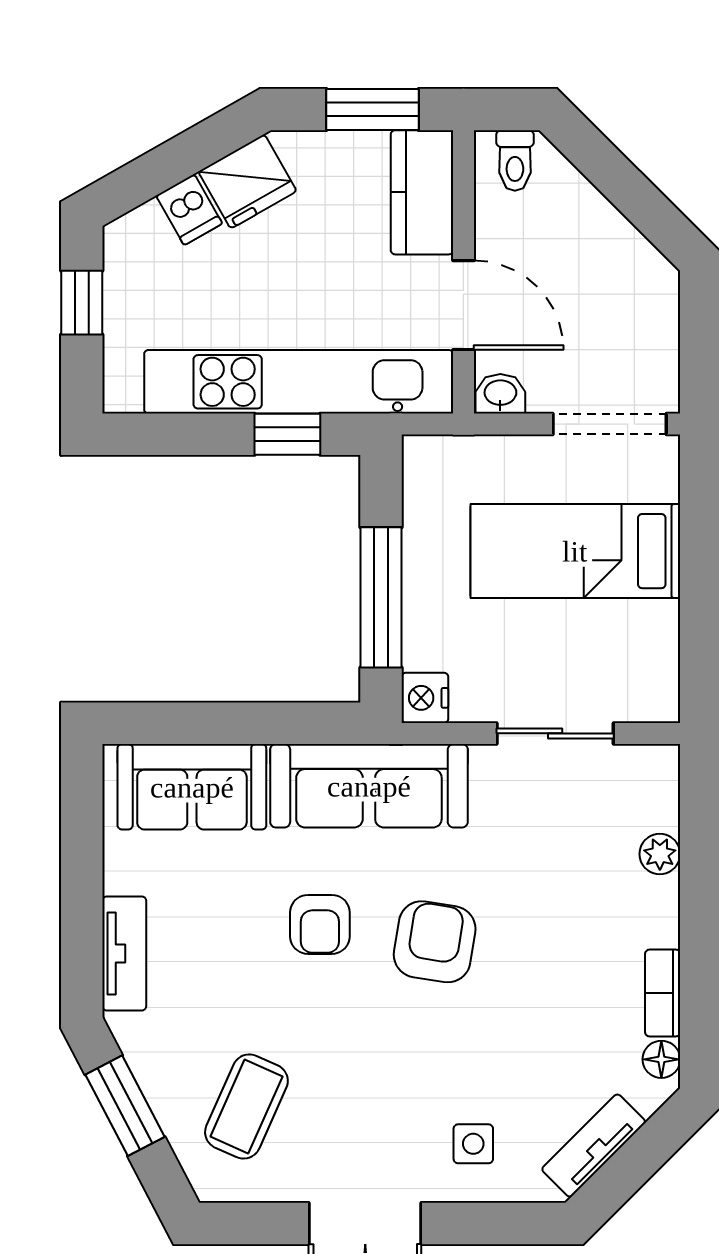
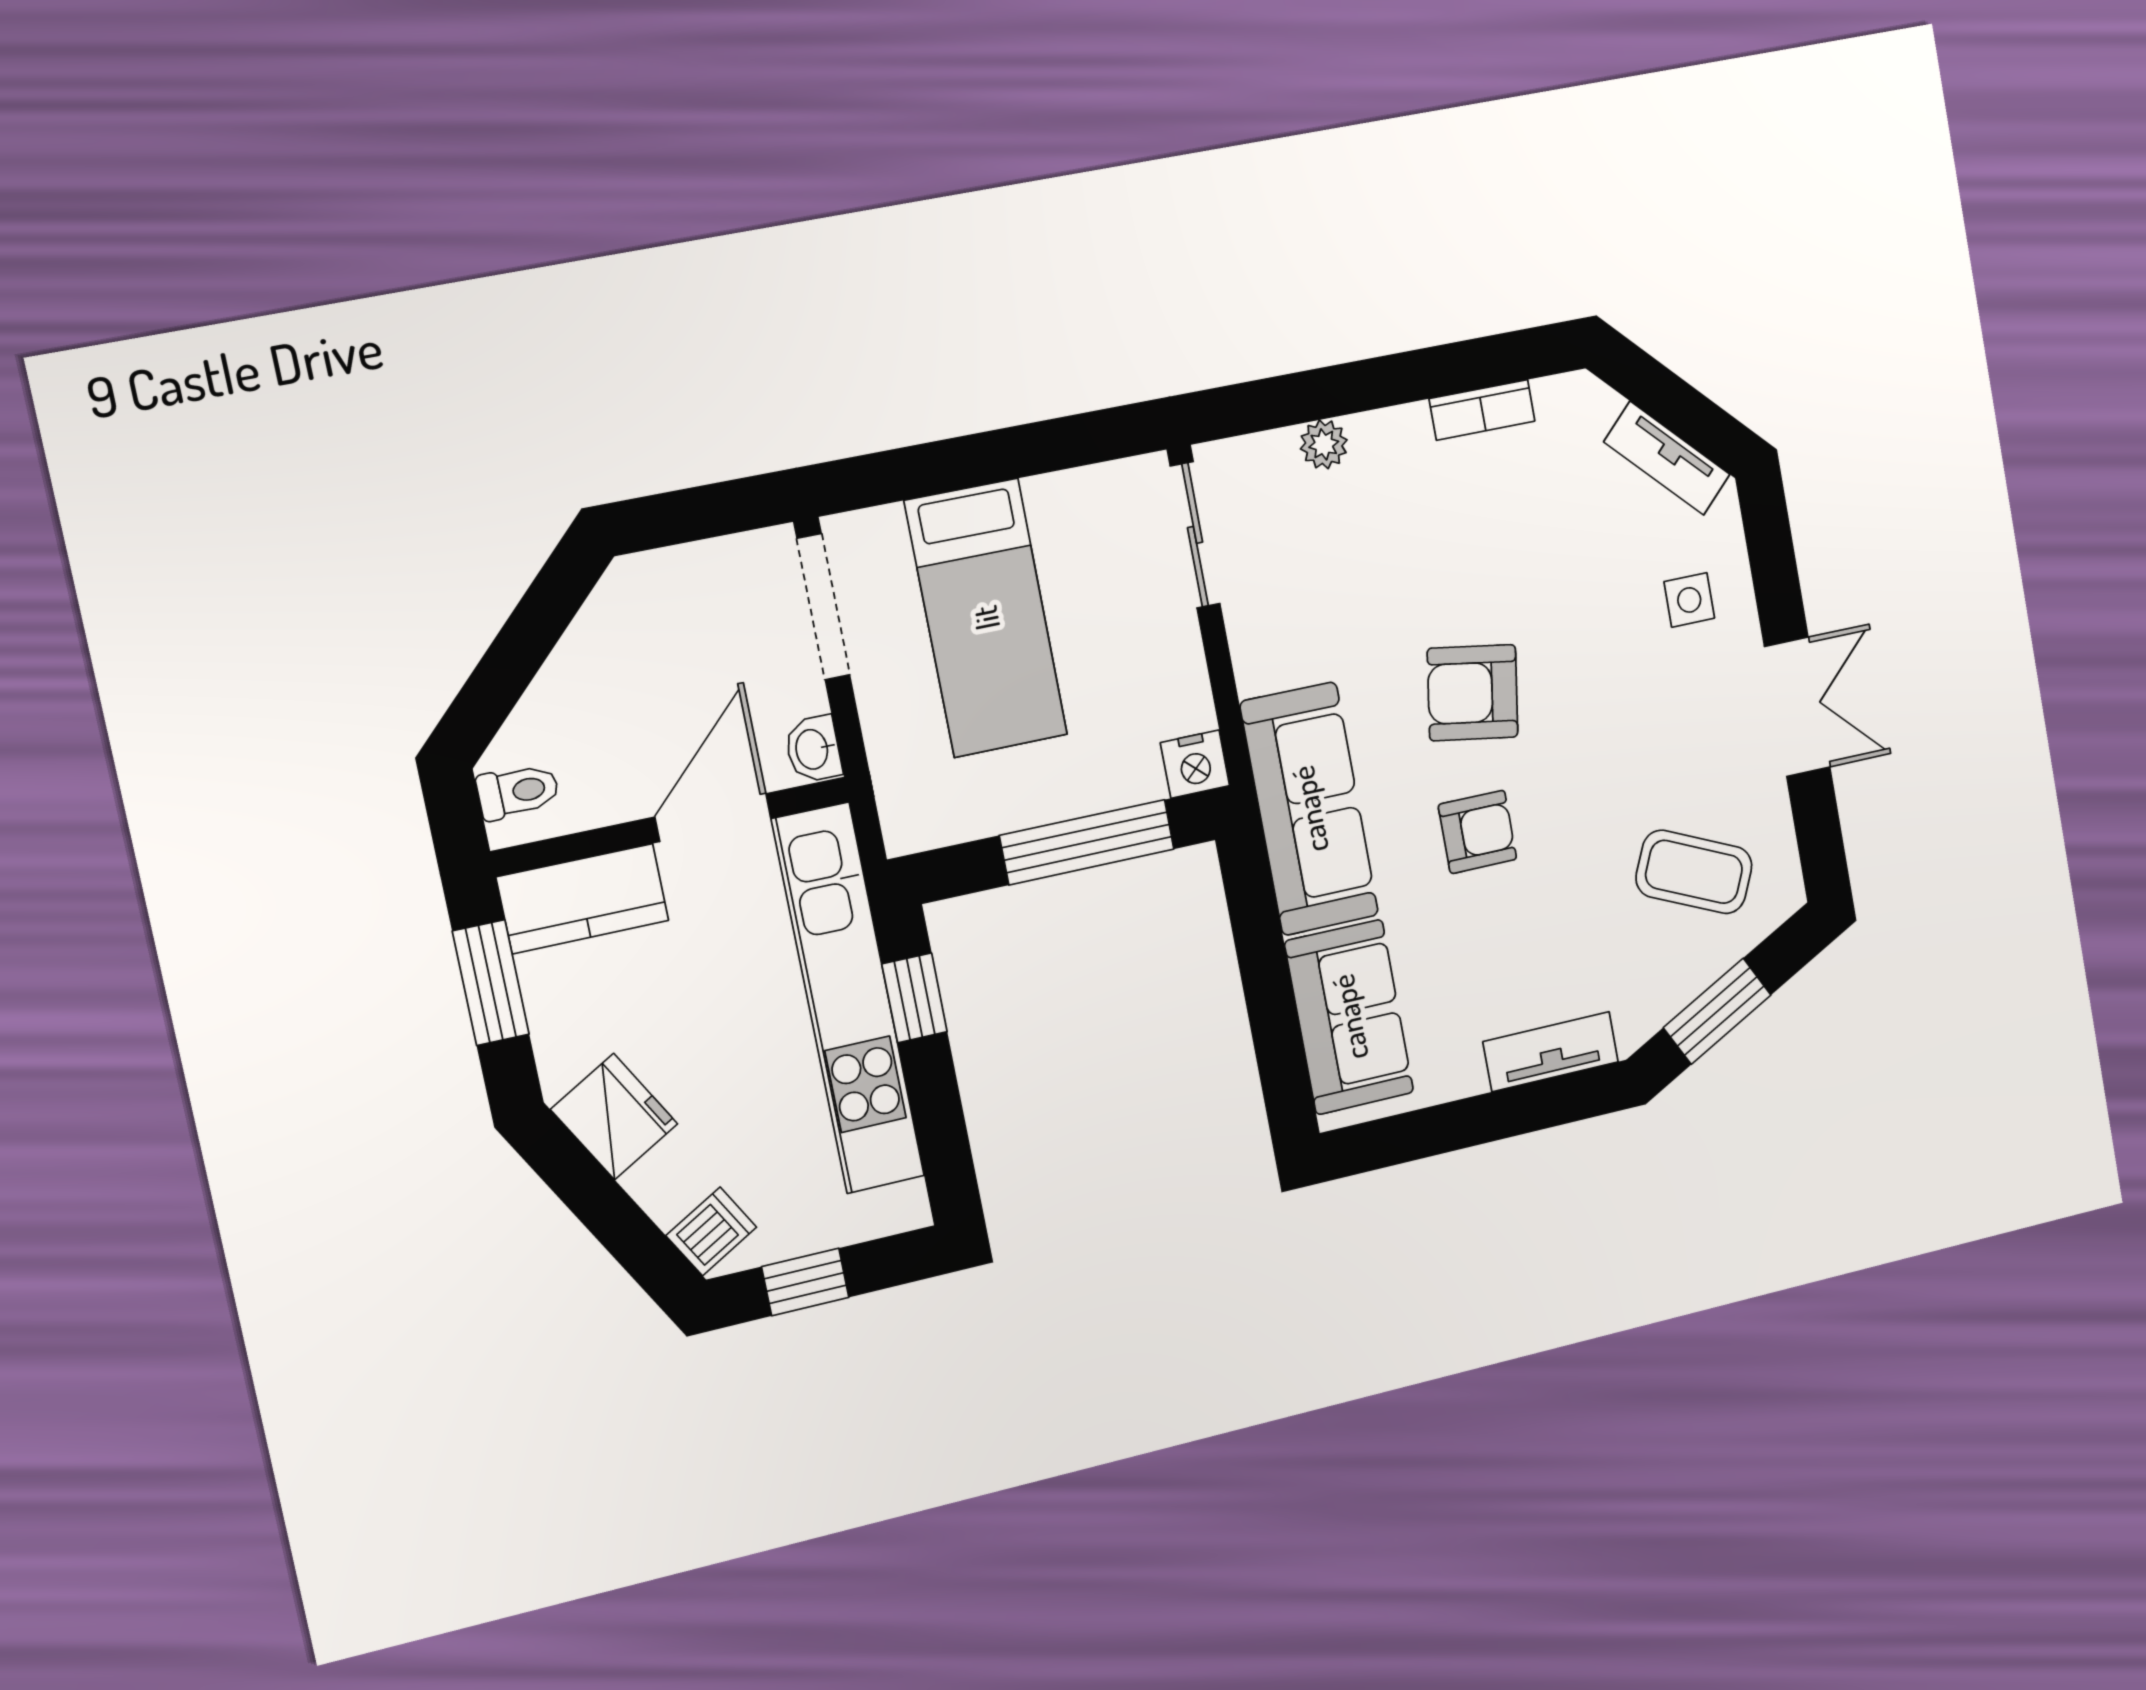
dishwasher: (189, 210) -> (711, 1231), moved
sliding door: (555, 733) -> (1195, 535), moved
floor lamp: (661, 1059) -> (1557, 397), removed

